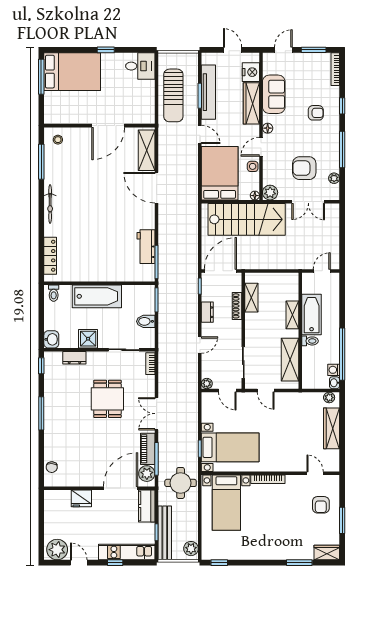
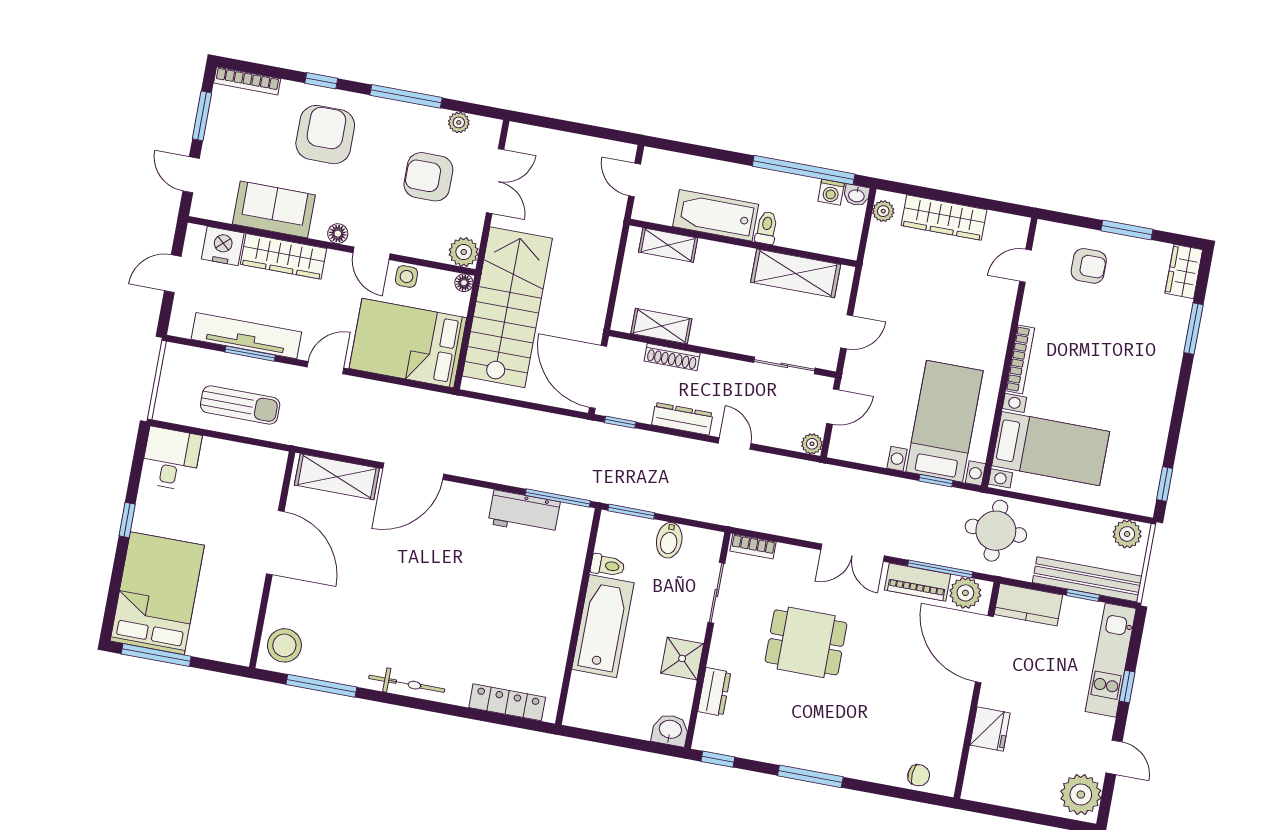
sun lounger: (173, 95) -> (240, 405), width x0.73, depth x0.75
armchair: (316, 113) -> (325, 135), width x1.88, depth x1.88
stool: (58, 140) -> (284, 645), width x1.89, depth x1.89
armchair: (304, 168) -> (428, 177), turned 90
toilet: (54, 293) -> (608, 565), moved
dresser: (207, 312) -> (682, 419), width x1.44
shelving: (292, 315) -> (668, 245), moved
door: (79, 563) -> (1114, 757), swing flipped

